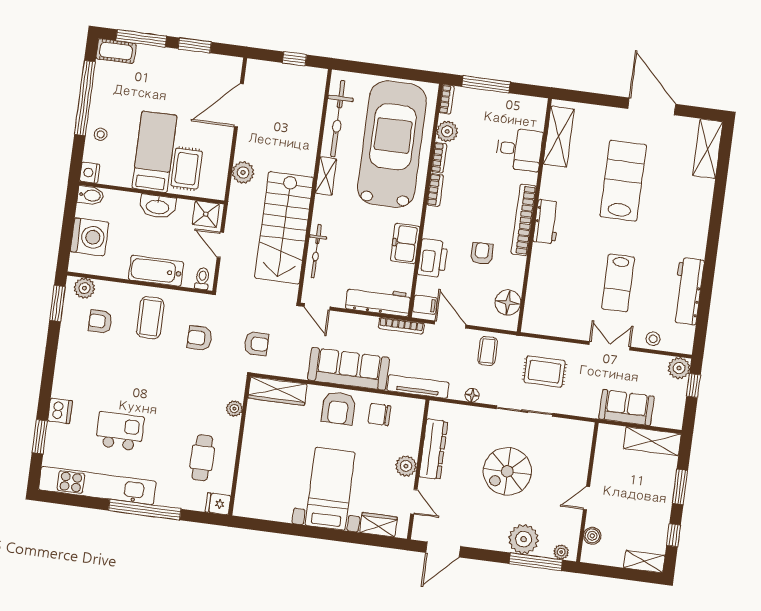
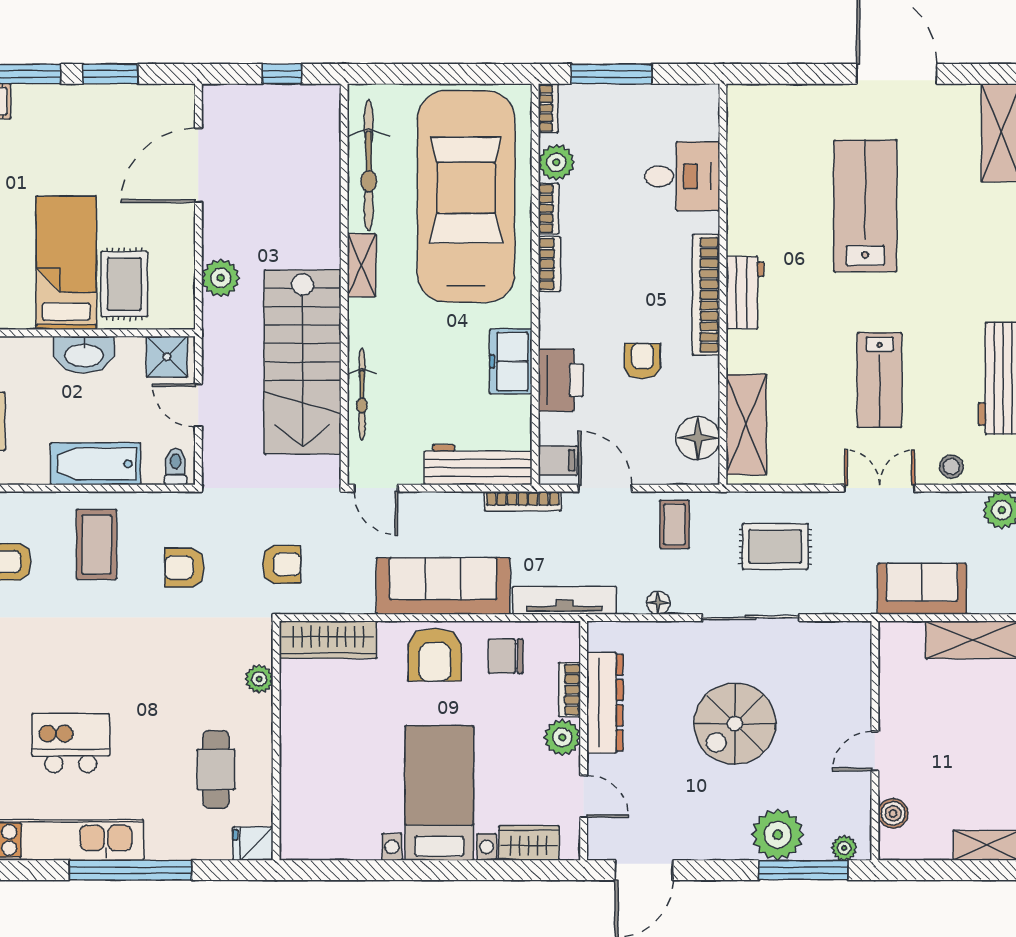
shelving: (559, 137) -> (746, 425), moved
bookcase: (414, 439) -> (570, 690), added

